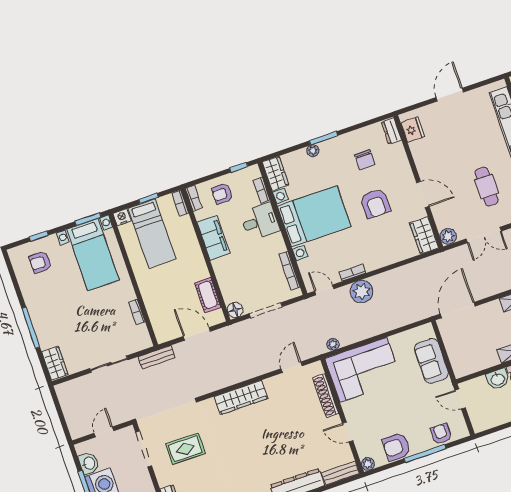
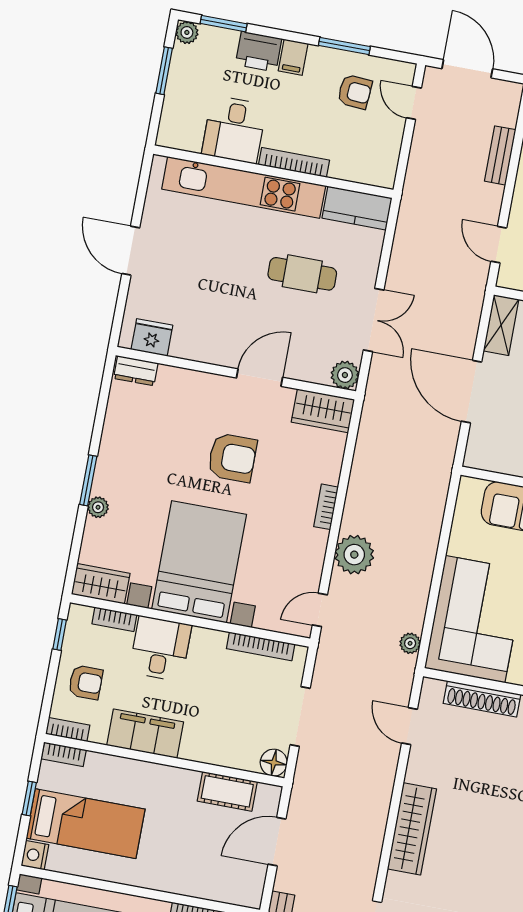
chair: (365, 160) -> (156, 436), removed
armchair: (222, 194) -> (86, 682), turned -90
bookcase: (352, 273) -> (326, 507), moved
door: (458, 310) -> (472, 392), moved

